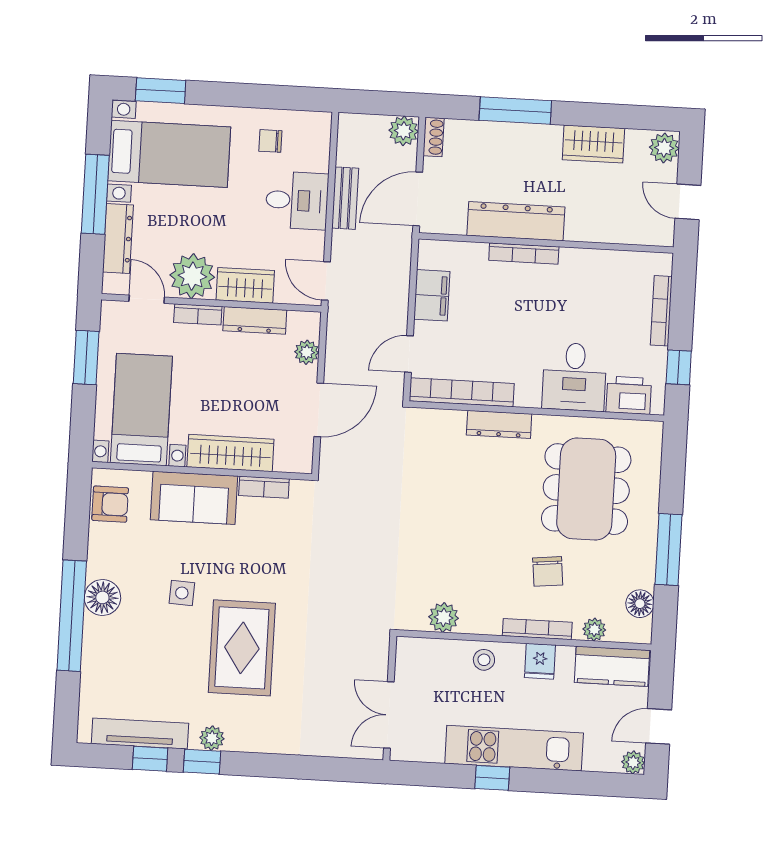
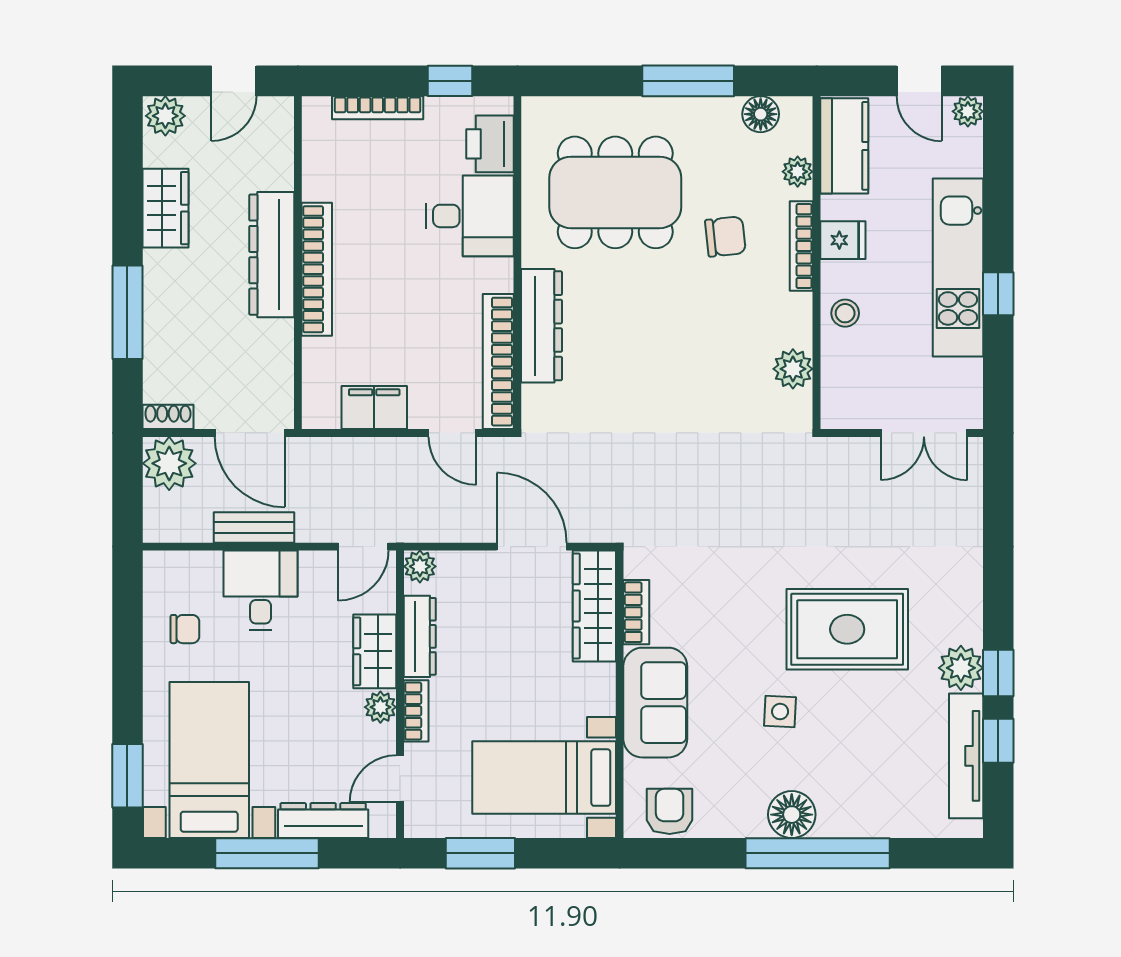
plant: (404, 131) -> (169, 463), width x1.36, depth x1.36
chair: (270, 141) -> (185, 629), turned -90
dresser: (516, 221) -> (272, 255), moved
bookcase: (524, 254) -> (317, 269), width x1.48, depth x1.31
plant: (192, 276) -> (380, 707), width x0.53, depth x0.53
plant: (307, 352) -> (420, 566), moved
dresser: (499, 424) -> (541, 326), width x1.37, depth x1.24
wardrobe: (230, 453) -> (594, 606), moved
plant: (212, 738) -> (961, 668), width x1.38, depth x1.38

